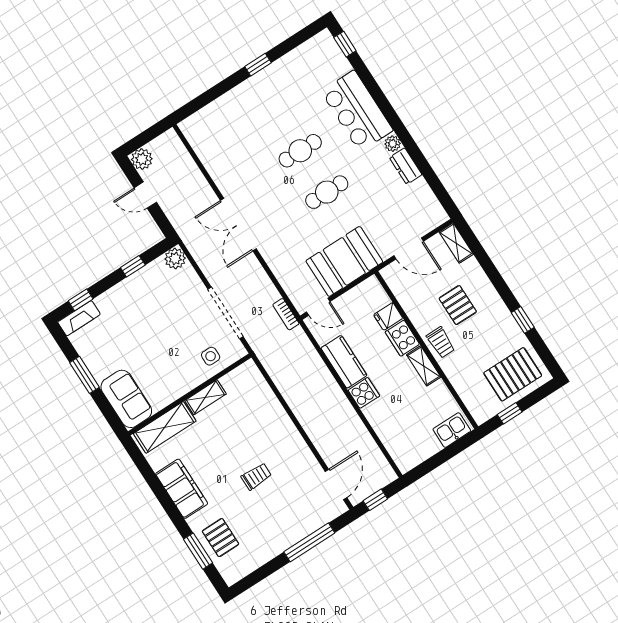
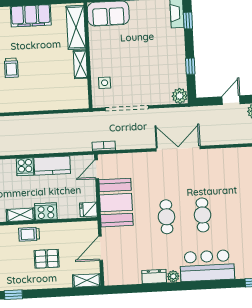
fridge: (388, 316) -> (88, 209), moved, turned -90

